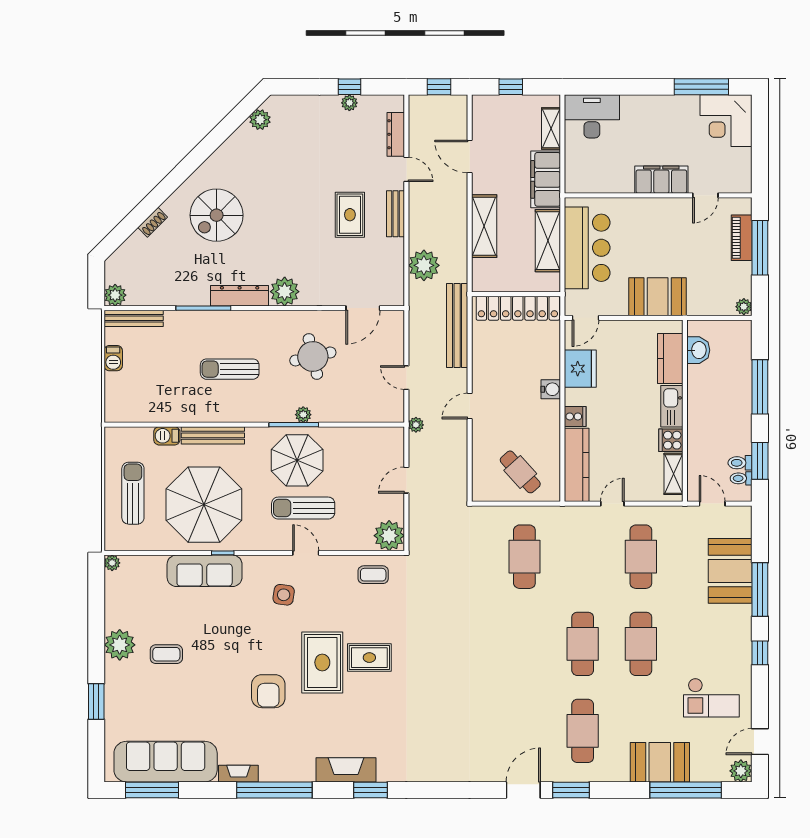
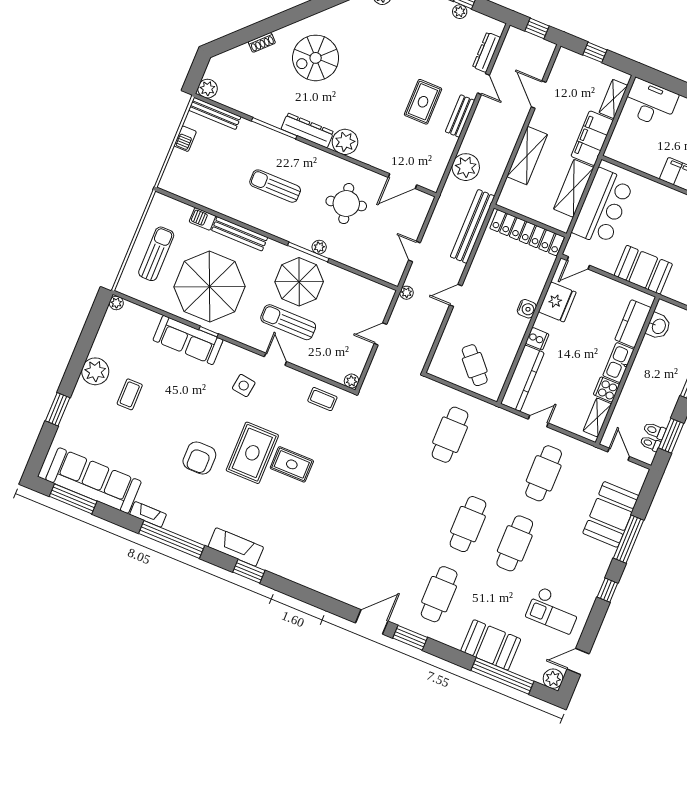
plant: (389, 536) -> (351, 381), width x0.53, depth x0.53
coffee table: (166, 654) -> (130, 394), turned 90

